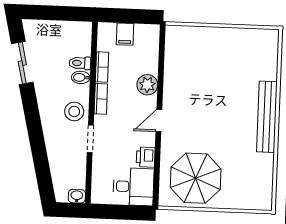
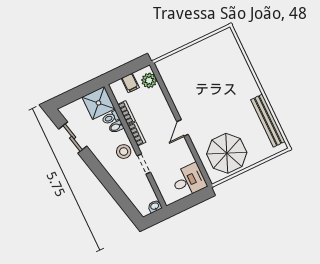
shower: (75, 38) -> (98, 103), added
plant: (147, 85) -> (149, 80), moved
bench: (267, 117) -> (268, 121), moved
printer: (146, 157) -> (187, 157), removed

